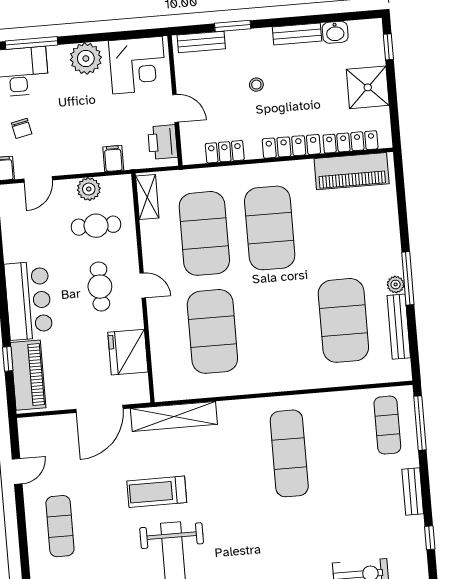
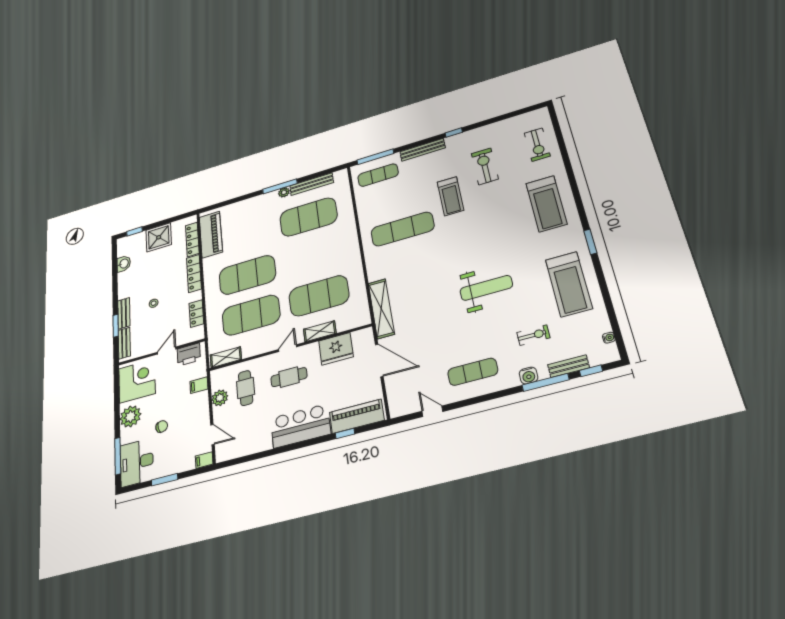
bench: (297, 34) -> (124, 313), moved
chair: (22, 128) -> (162, 426), moved
shelving: (158, 331) -> (320, 331), added
treadmill: (157, 492) -> (450, 196), moved
bench: (413, 492) -> (423, 150), width x1.36

